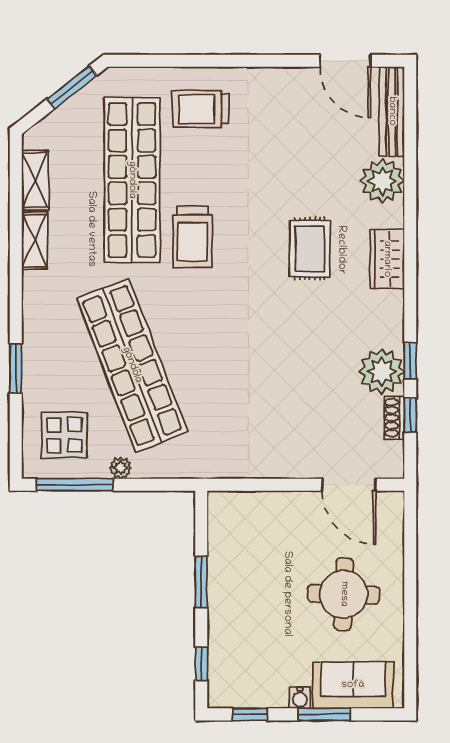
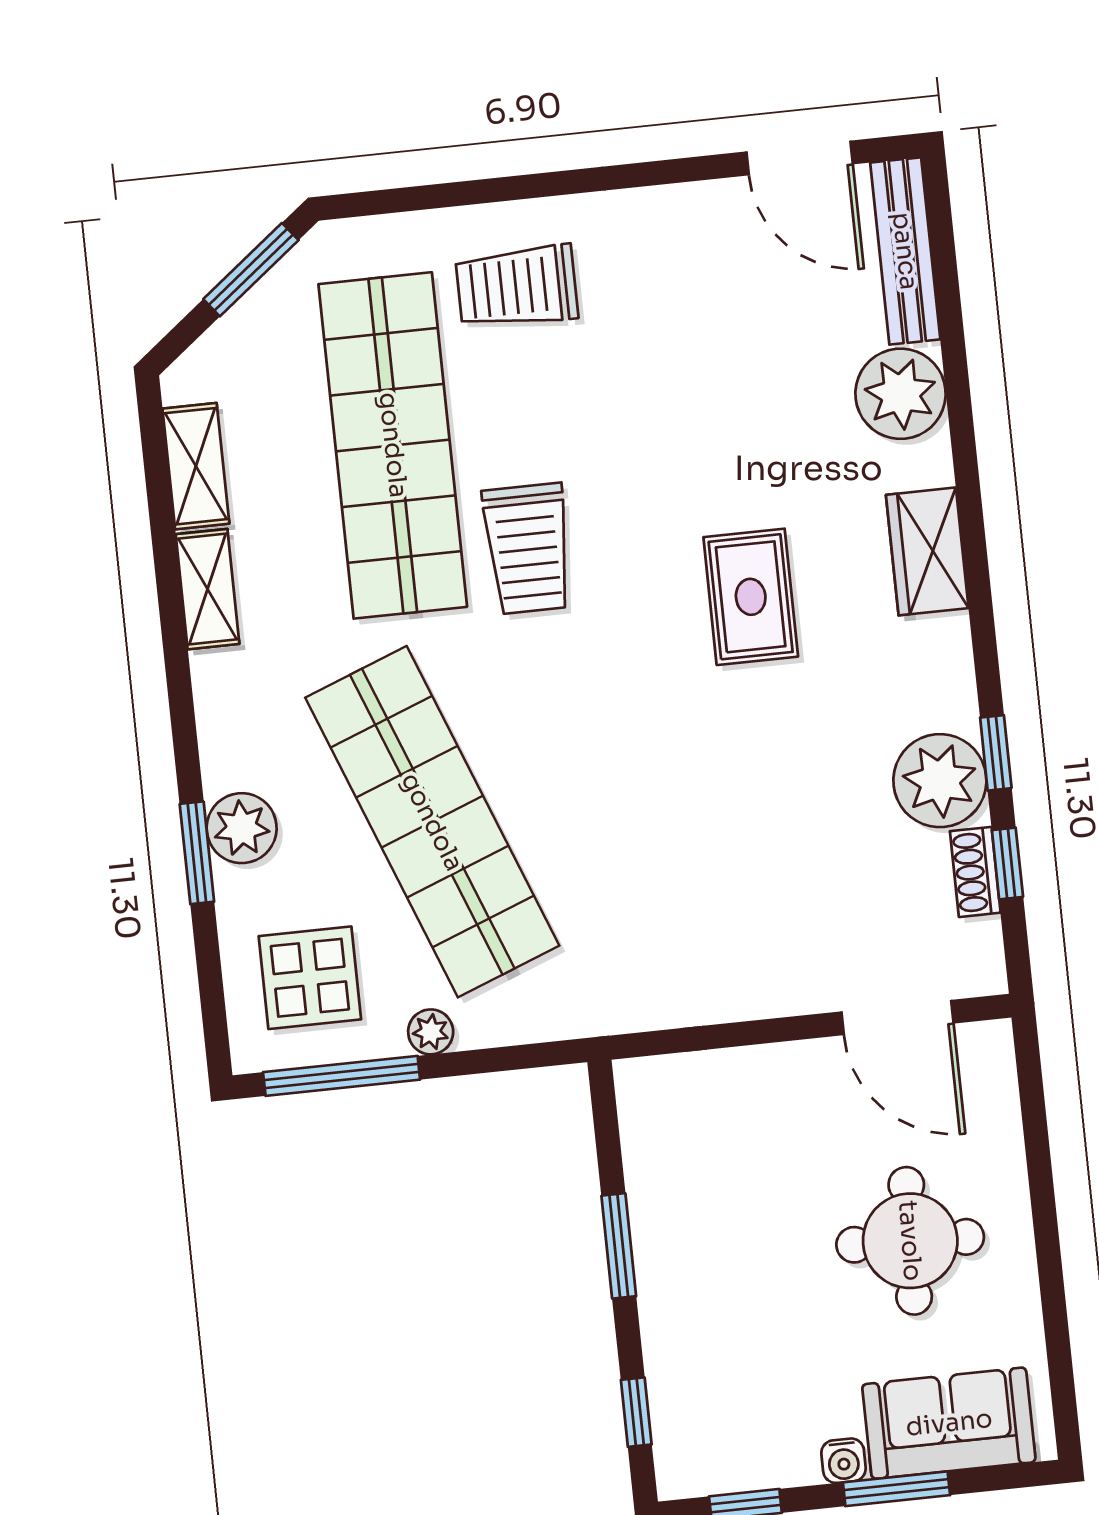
rug: (310, 249) -> (751, 597), moved
plant: (39, 359) -> (242, 828), added

